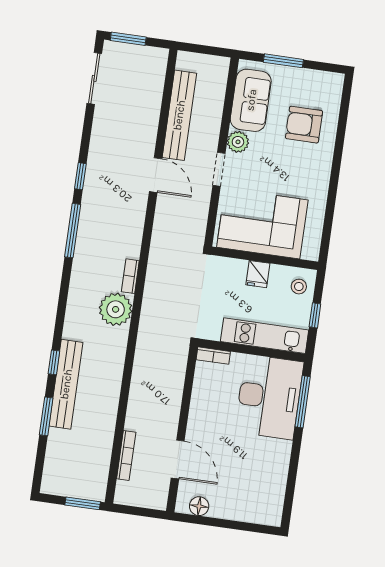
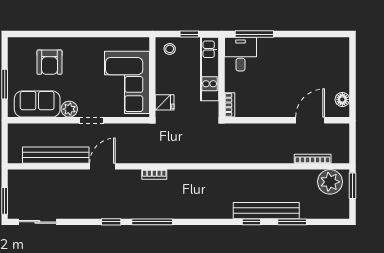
fridge: (258, 274) -> (165, 102), moved
bookcase: (130, 276) -> (154, 174), moved
plant: (116, 309) -> (330, 182), moved
desk: (269, 397) -> (240, 54), width x0.53, depth x0.77

